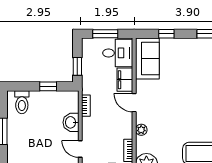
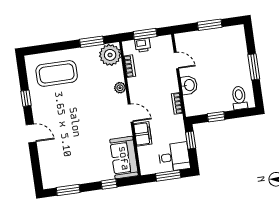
desk: (118, 53) -> (174, 157), moved, turned 180

